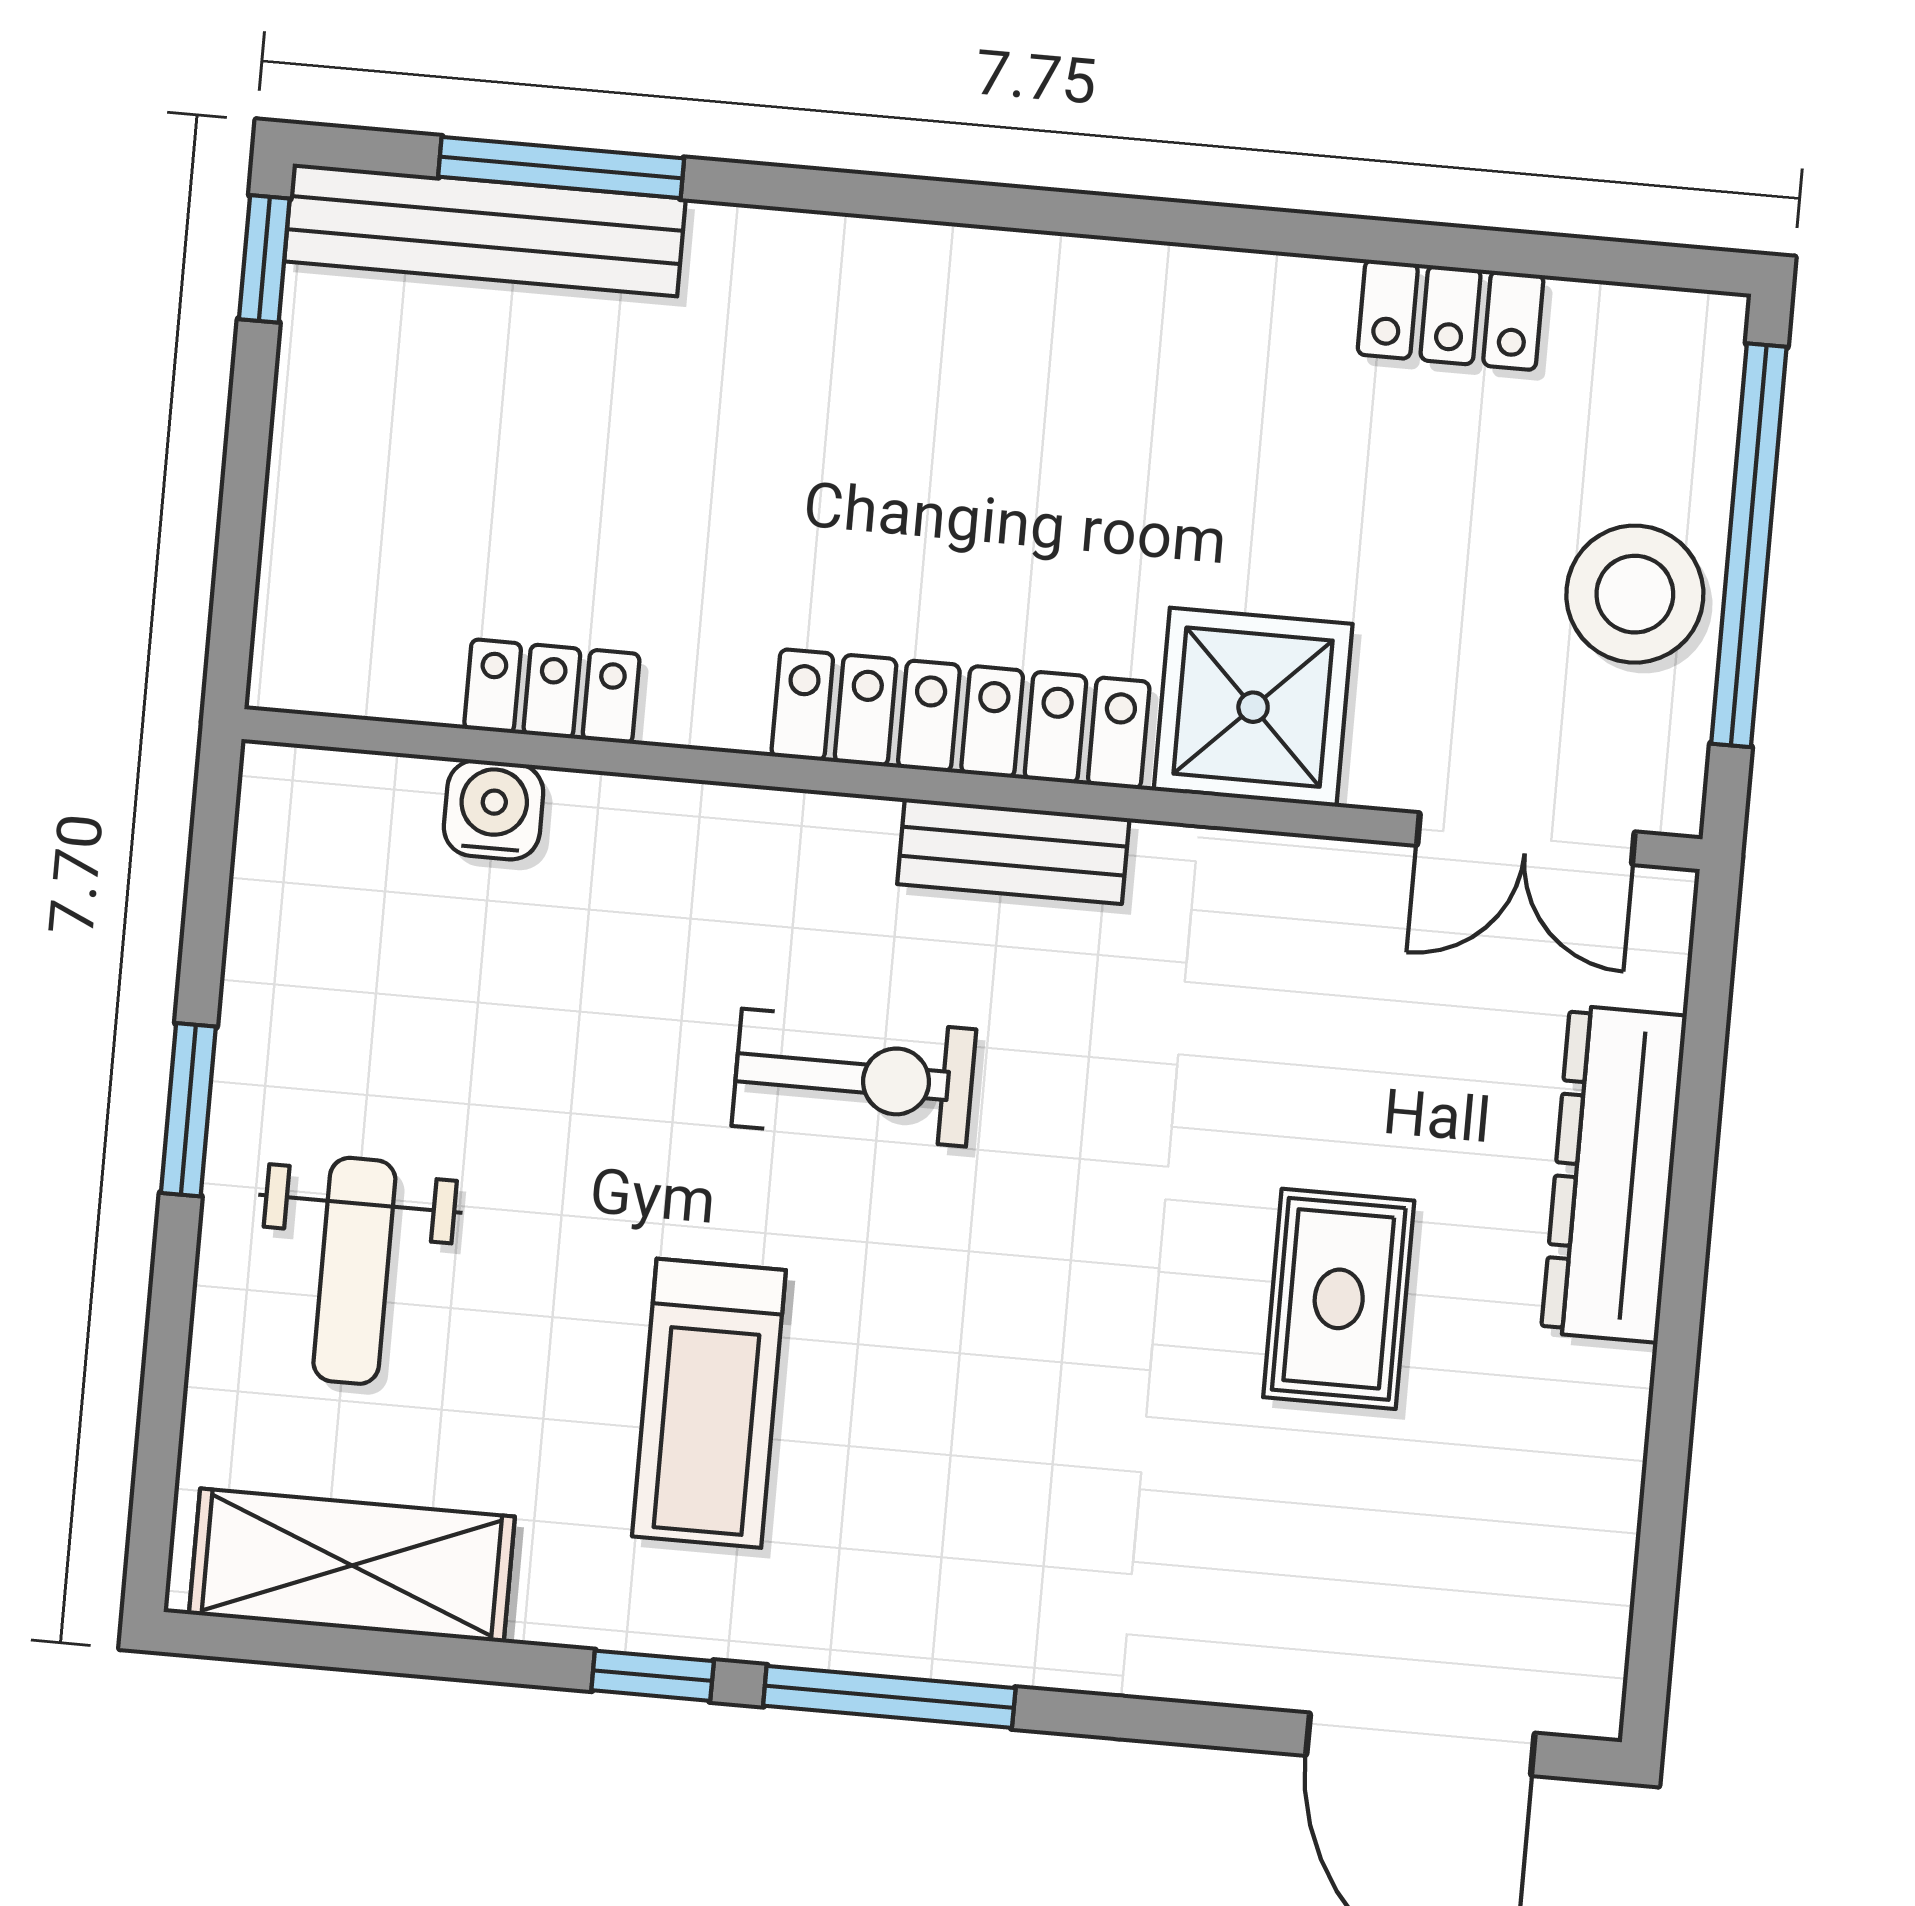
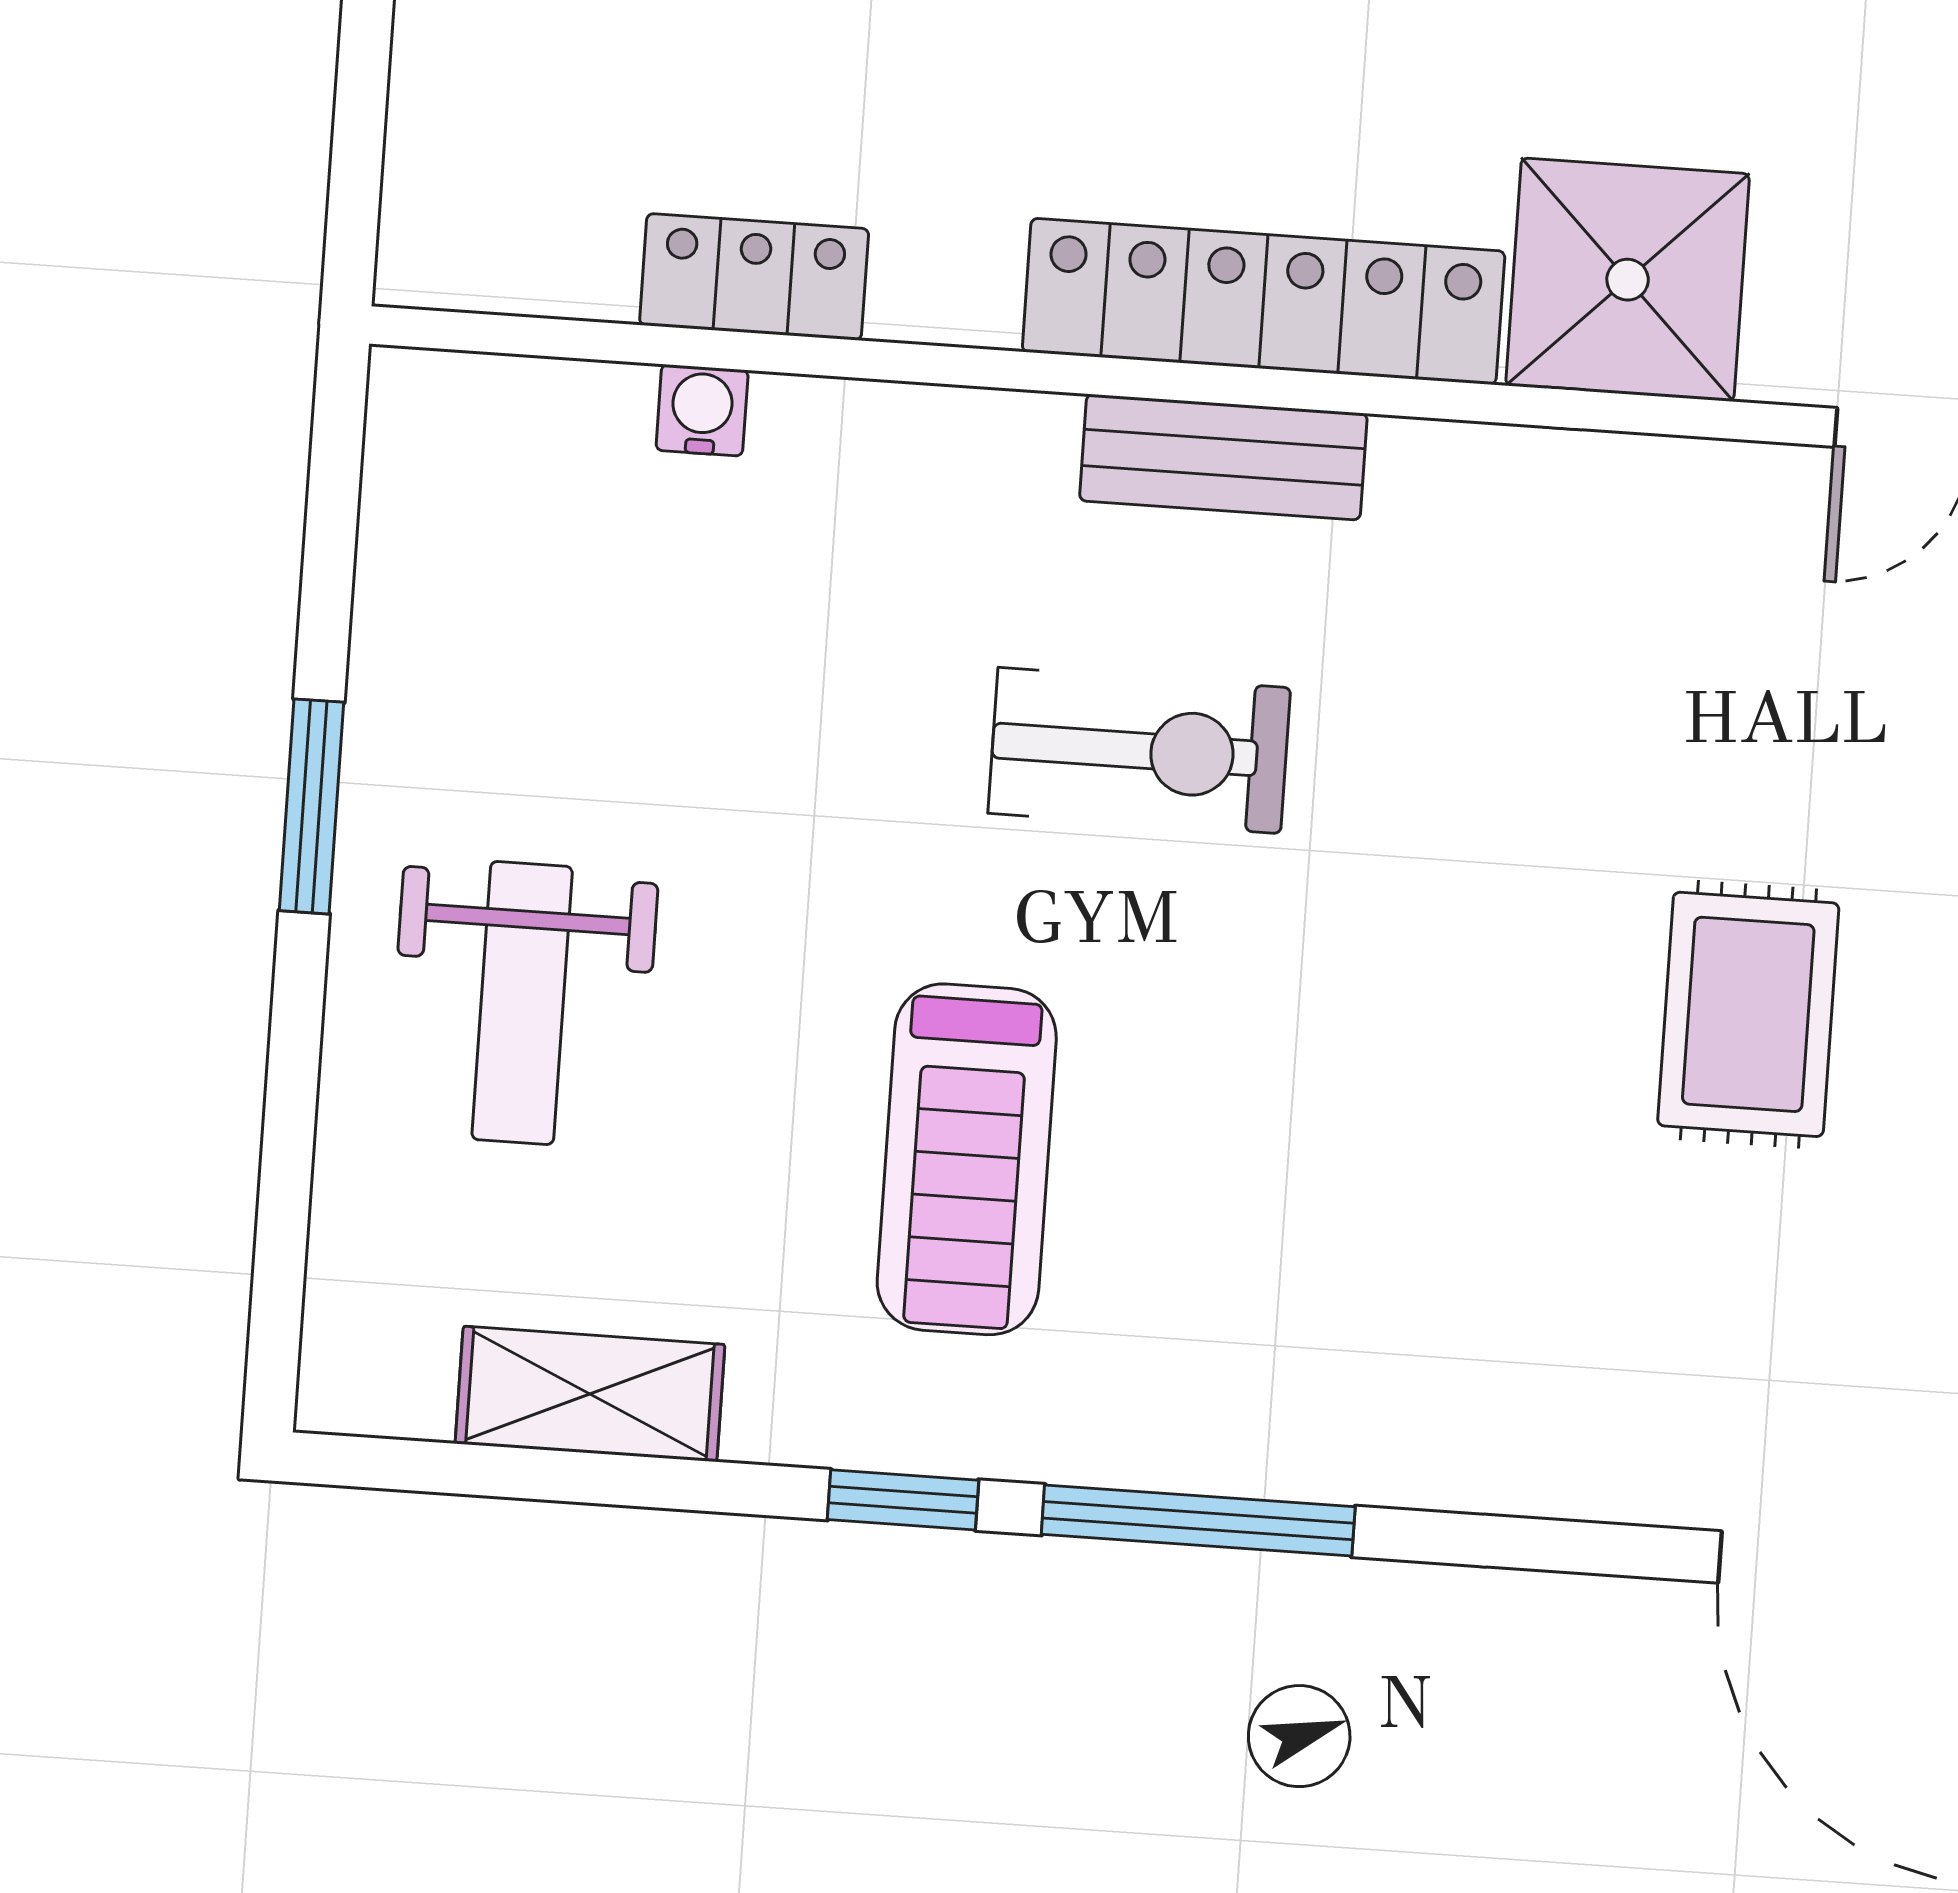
water cooler: (494, 810) -> (702, 410), width x0.72, depth x0.72
bench: (1013, 851) -> (1223, 457), moved
shelving: (352, 1565) -> (590, 1394), width x0.67, depth x0.75

